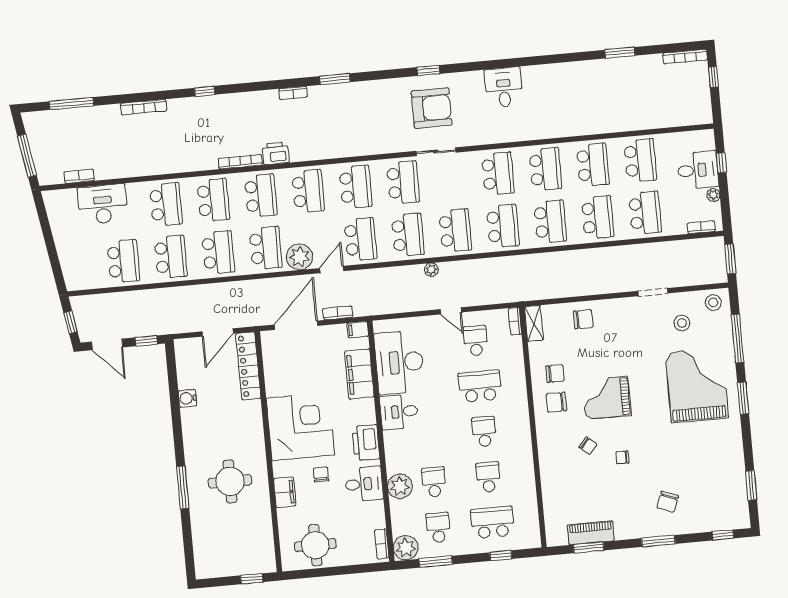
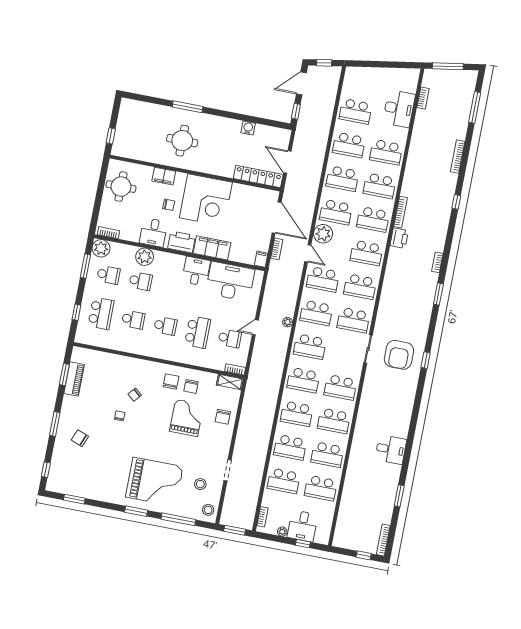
desk: (504, 87) -> (391, 449), moved
filing cabinet: (359, 374) -> (212, 248), moved
grand piano: (607, 398) -> (187, 418), moved

